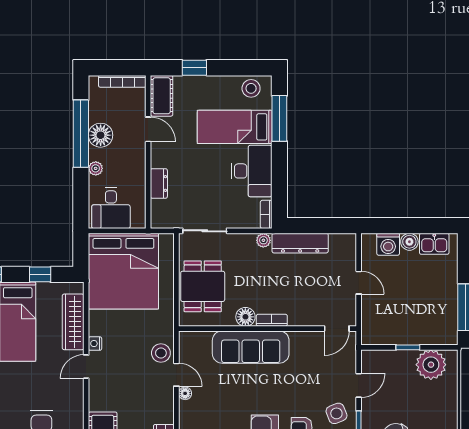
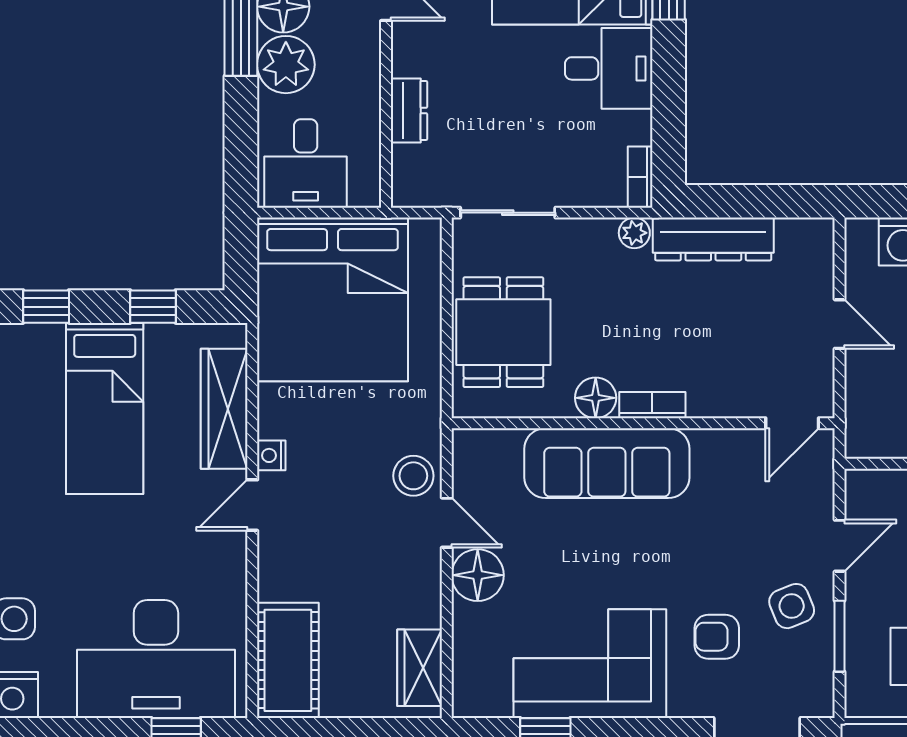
plant: (96, 168) -> (286, 65), width x1.88, depth x1.88
desk: (252, 171) -> (609, 68), width x0.73
floor lamp: (185, 393) -> (478, 575), width x1.89, depth x1.89

